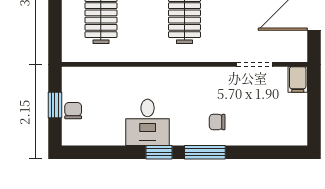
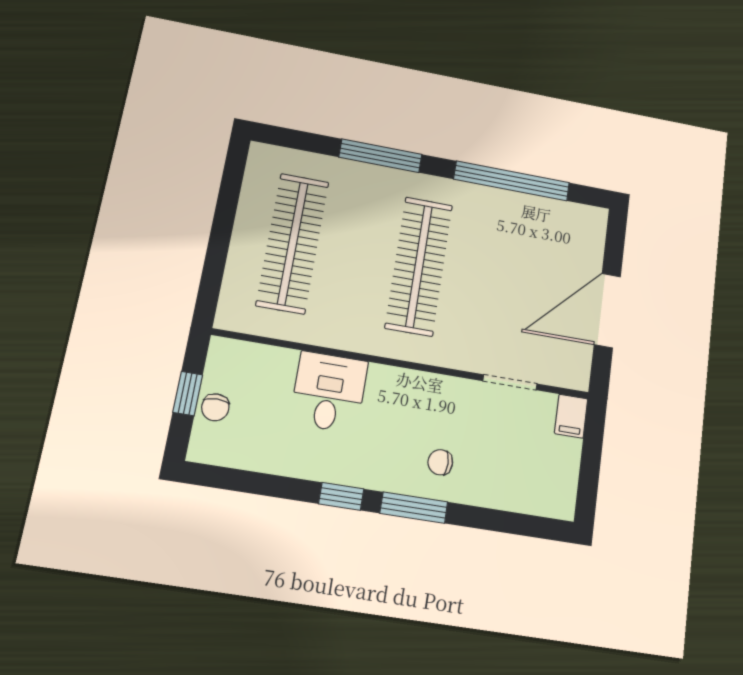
chair: (73, 111) -> (215, 407), turned 180
desk: (148, 122) -> (329, 392), moved, turned 180

